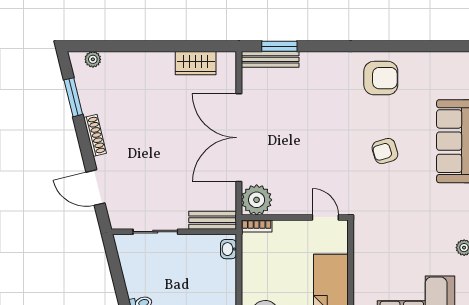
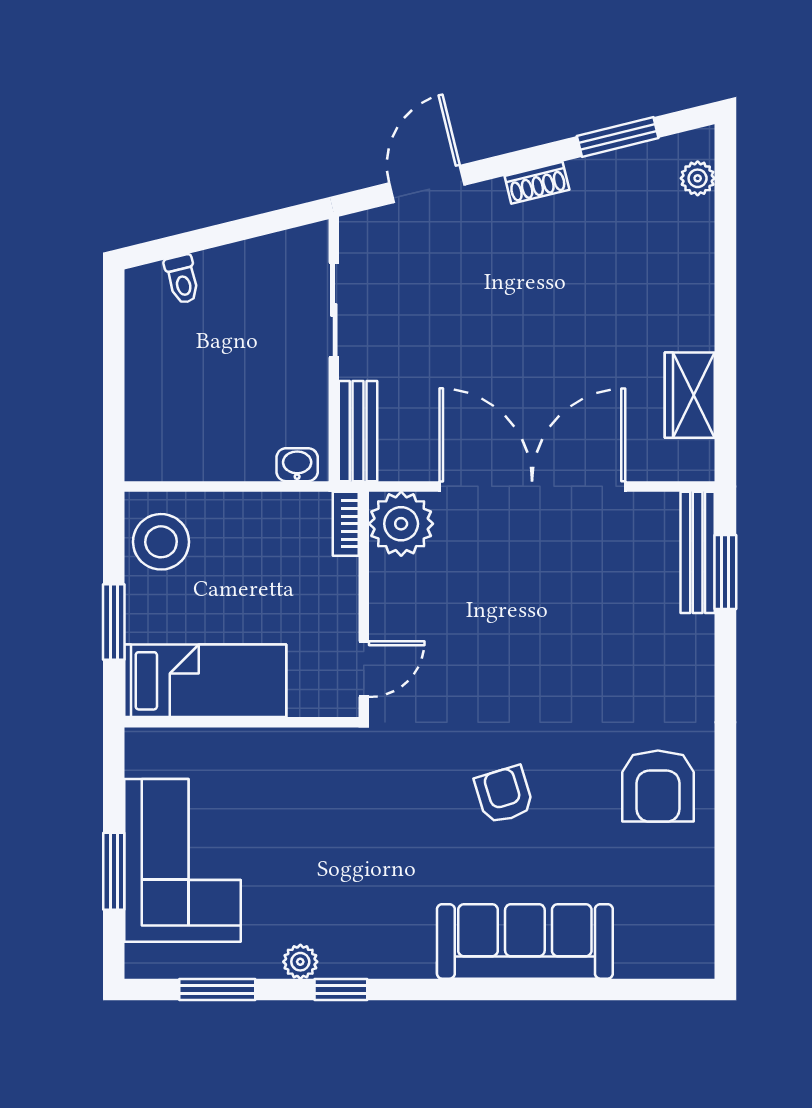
shoe rack: (95, 135) -> (537, 183), width x0.70

